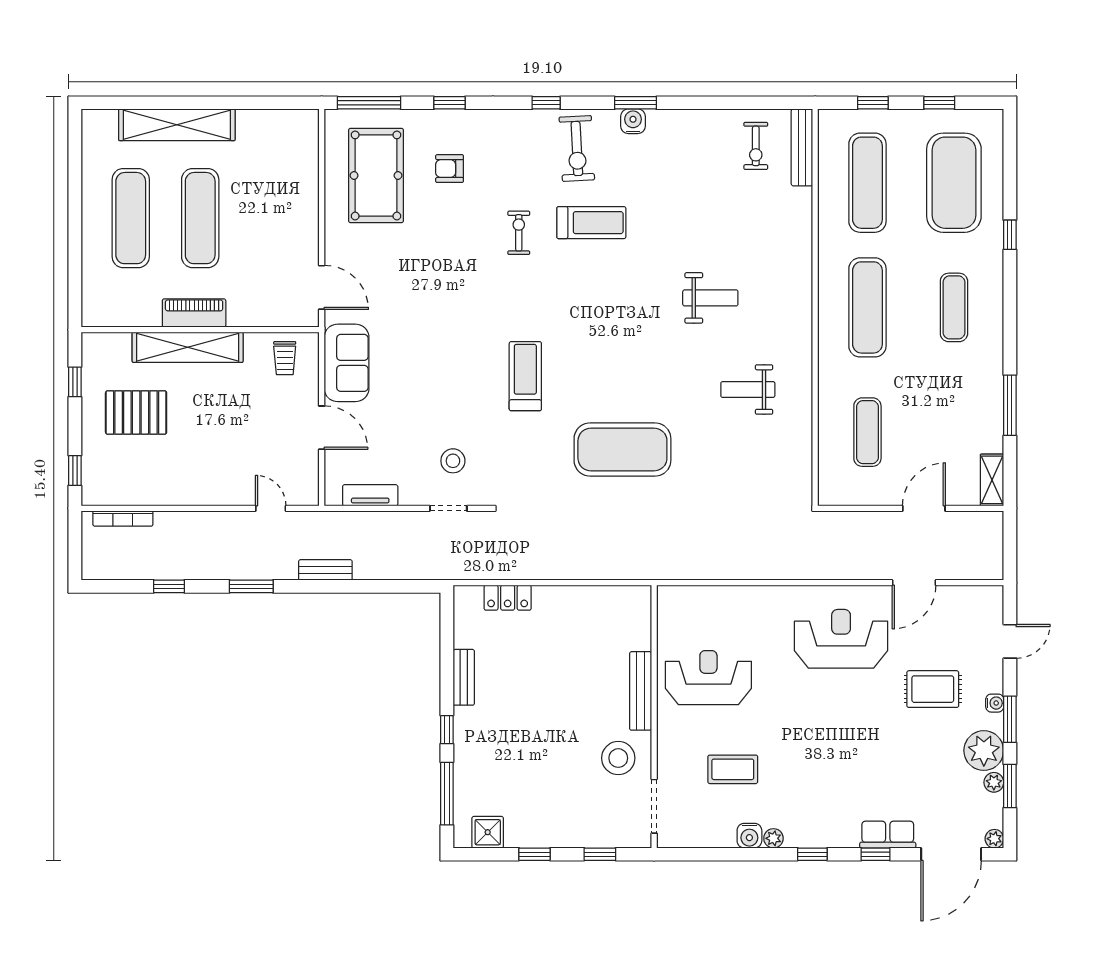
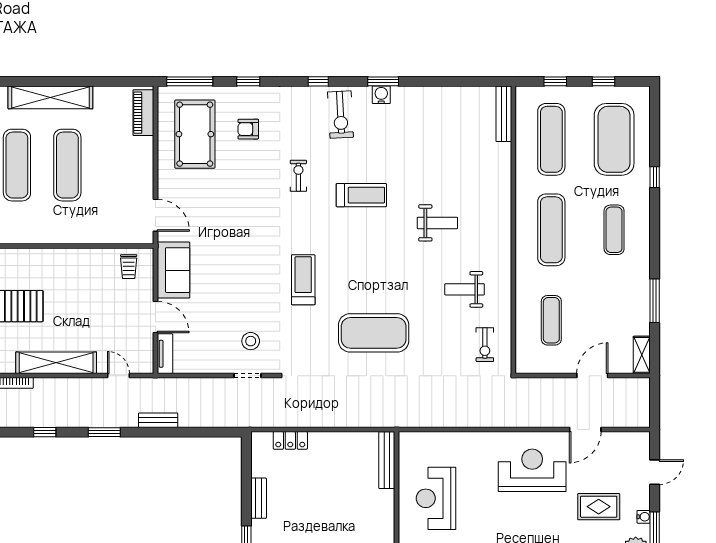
exercise bike: (756, 146) -> (485, 345), moved
treadmill: (591, 223) -> (361, 195), moved
piano: (194, 313) -> (143, 113), moved, turned -90
shelving: (188, 347) -> (56, 363), moved
tv unit: (370, 495) -> (165, 354), moved, turned 90
reception desk: (708, 678) -> (436, 498), turned -90
bench: (641, 691) -> (387, 460), moved

